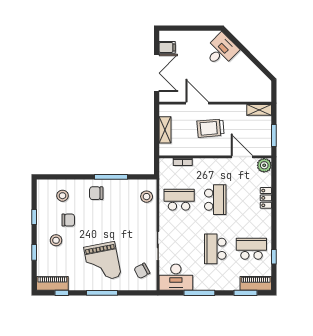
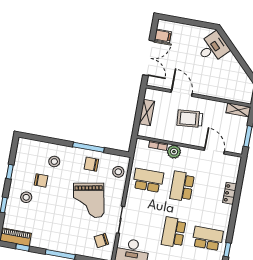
plant: (264, 165) -> (174, 152), moved
chair: (96, 193) -> (91, 164), moved
stool: (63, 196) -> (54, 162), moved
school desk: (215, 200) -> (182, 186), turned 180
grand piano: (102, 262) -> (89, 200), moved

